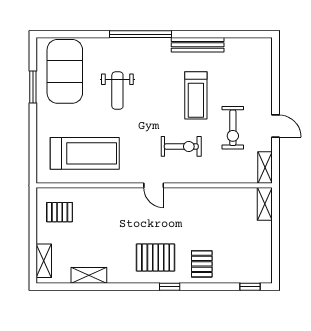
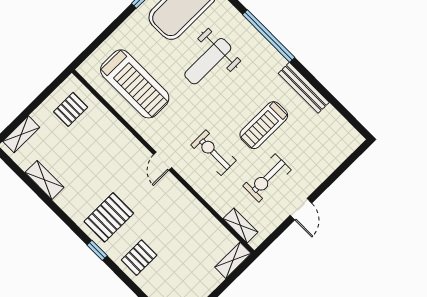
weight bench: (117, 91) -> (208, 61), width x1.36, depth x1.33
exercise bike: (181, 146) -> (213, 153), turned 180
shelving: (265, 167) -> (240, 225), moved, turned 90
pallet: (60, 212) -> (71, 109), turned 90
pallet: (156, 257) -> (109, 217), turned 90

